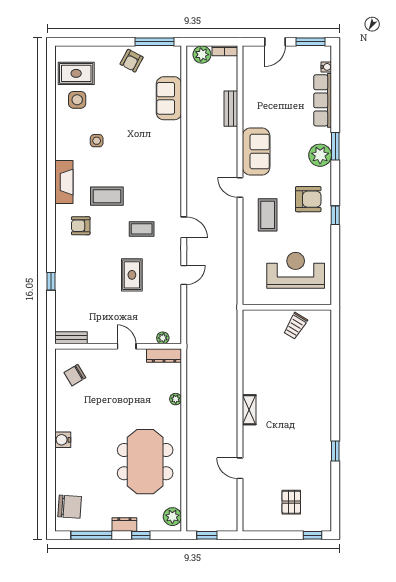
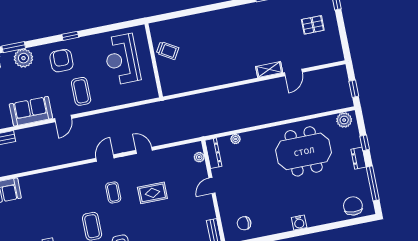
coffee table: (268, 215) -> (81, 91), turned 90
chair: (75, 375) -> (244, 223), turned 121
plant: (176, 399) -> (236, 139), moved
shelving: (249, 410) -> (269, 70), moved

